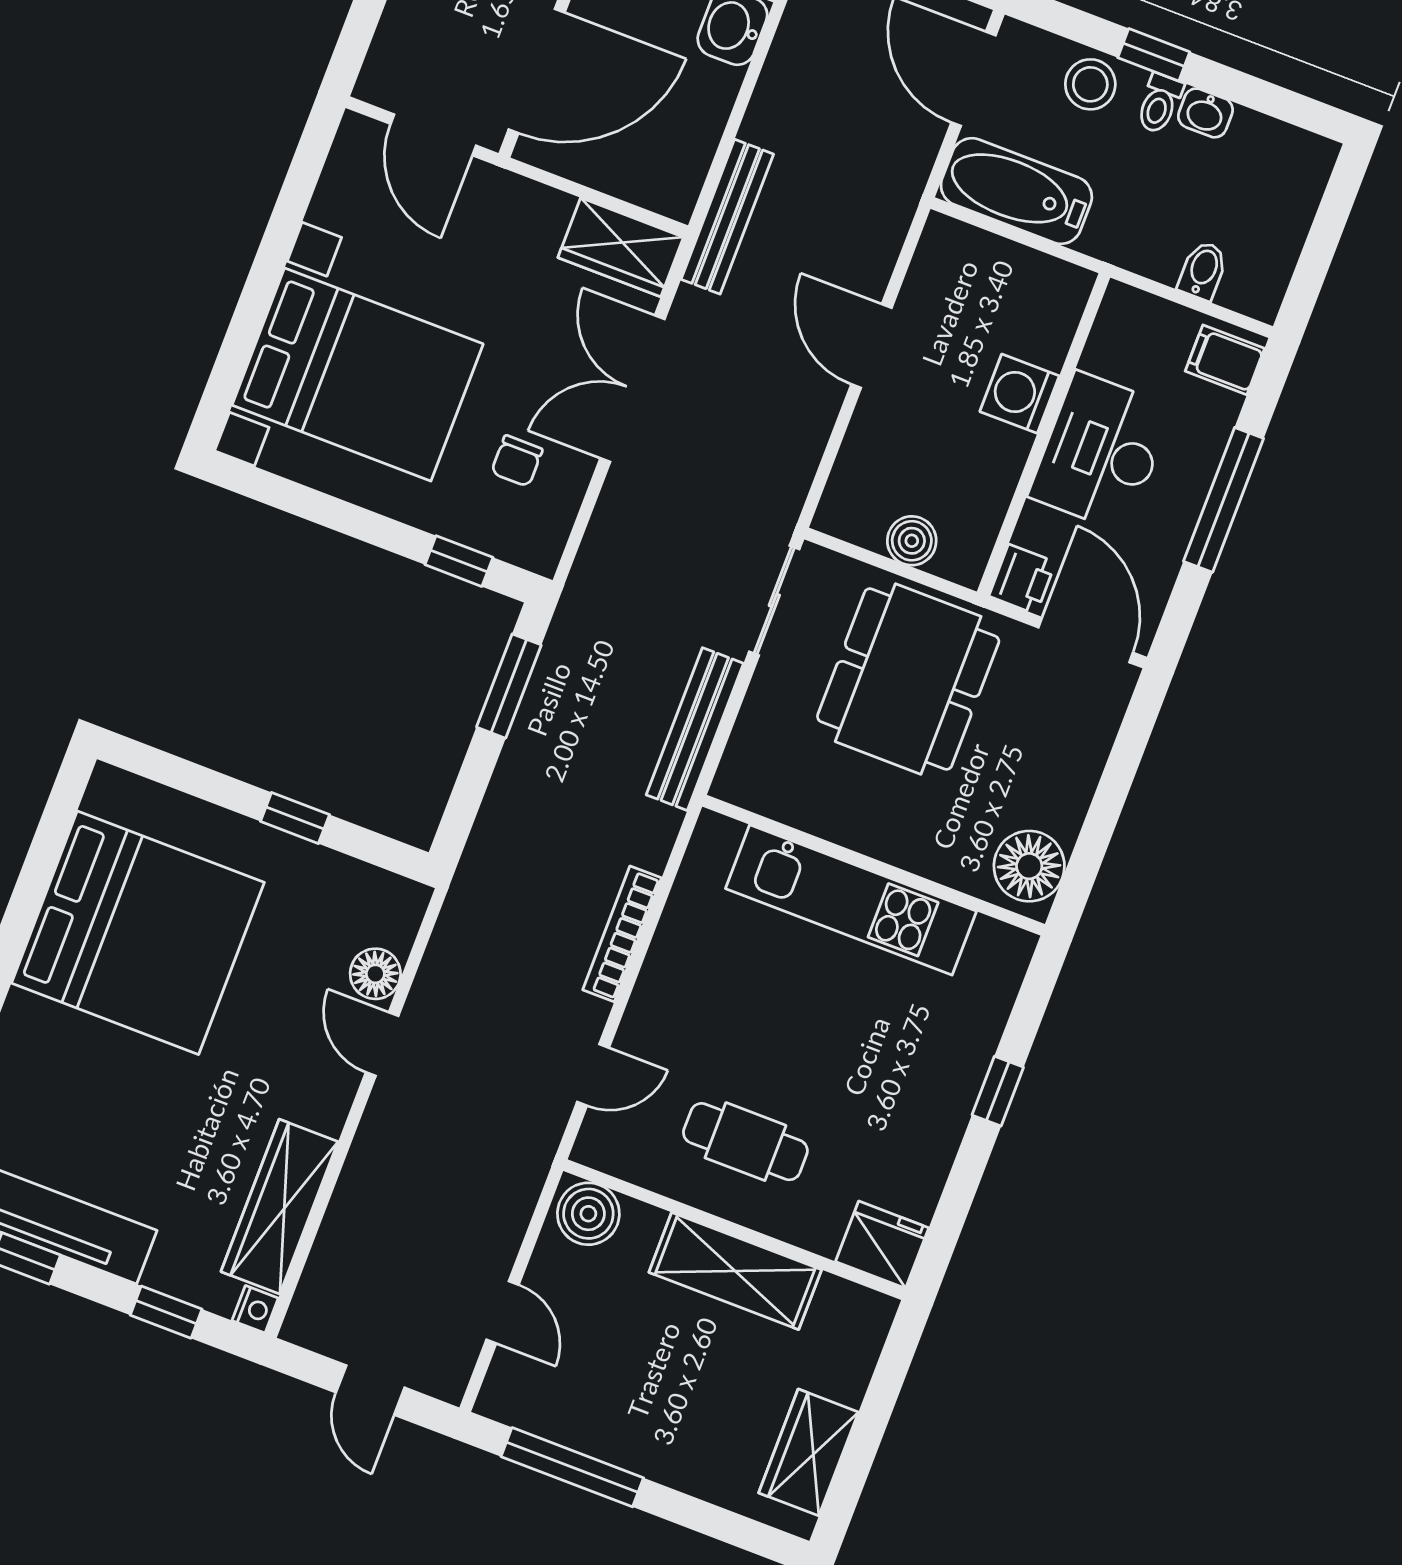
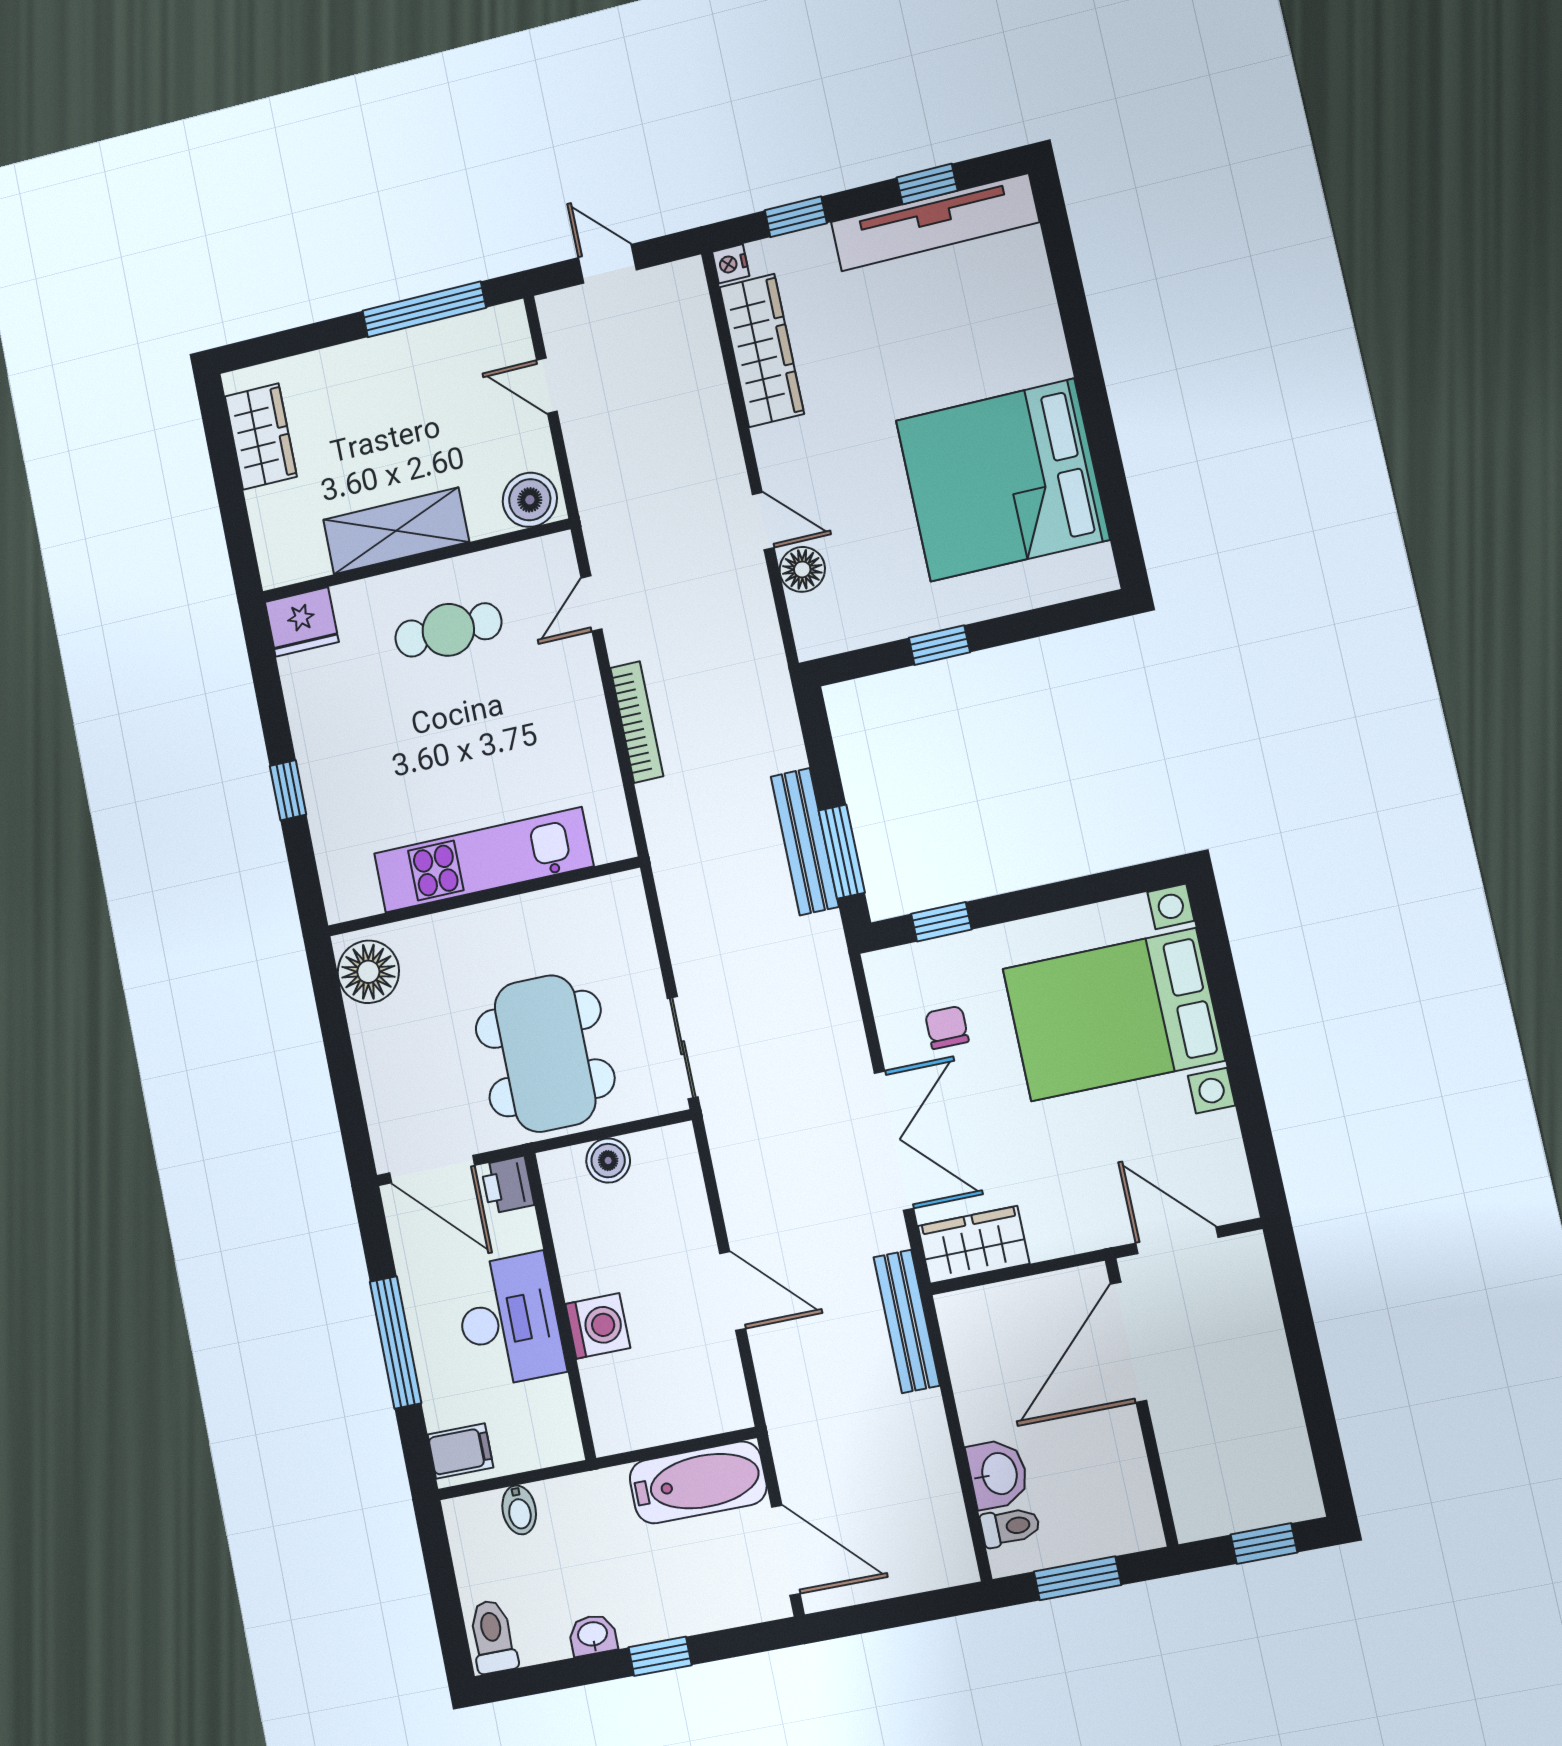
stool: (1090, 84) -> (694, 1602), removed
toilet: (1159, 103) -> (493, 1637), moved, width x1.37, depth x1.39
bench: (695, 729) -> (805, 842), moved

